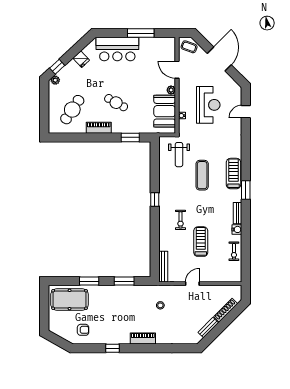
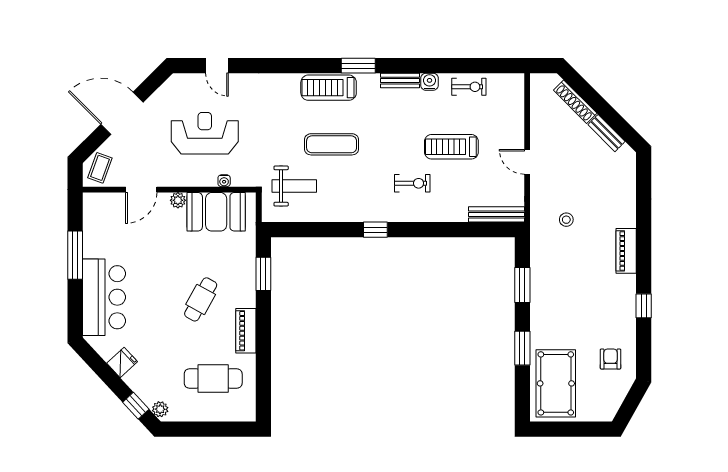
cafe table: (72, 110) -> (213, 378), turned -34

